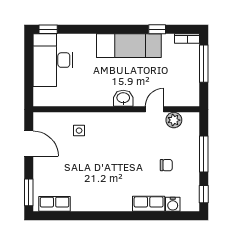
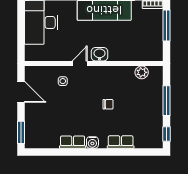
door: (154, 109) -> (80, 63), moved
chair: (166, 165) -> (108, 104), moved
row of seats: (55, 204) -> (73, 142), moved
water cooler: (173, 204) -> (92, 142), moved

